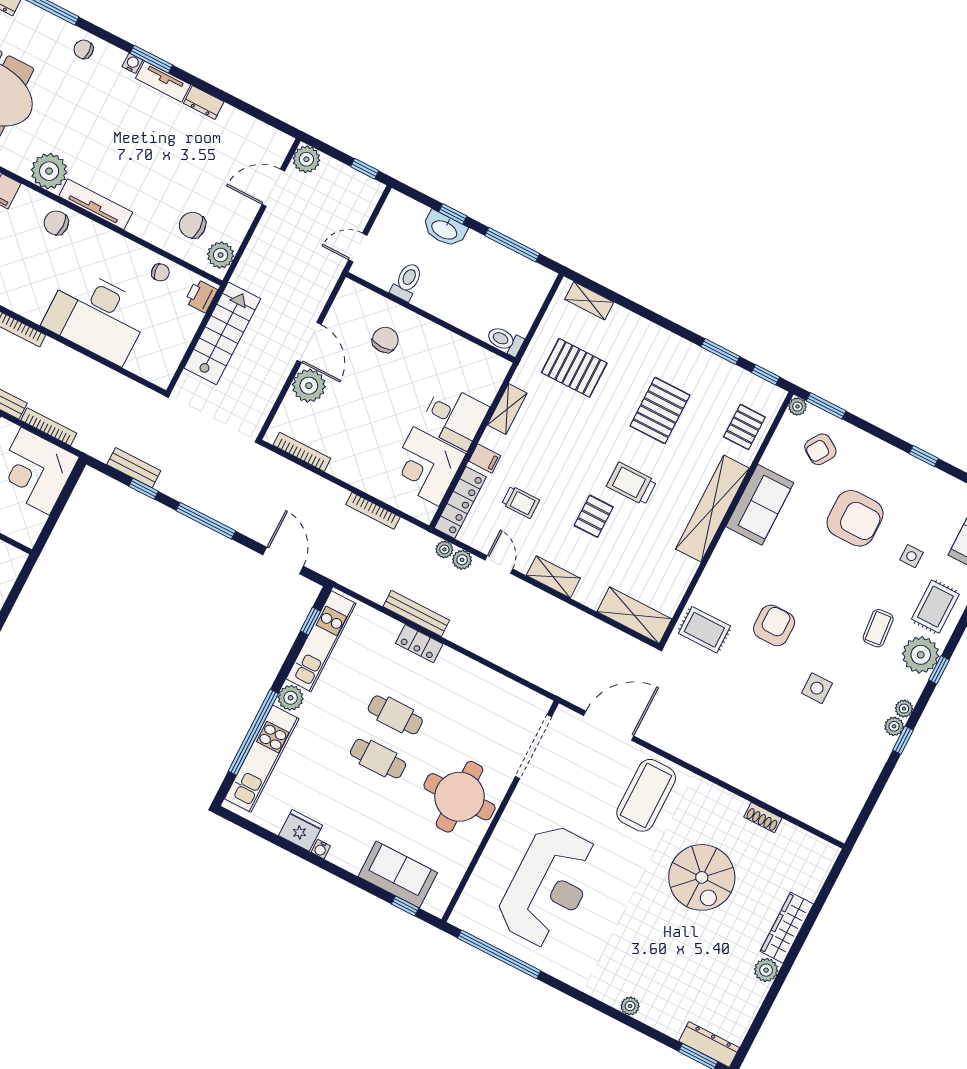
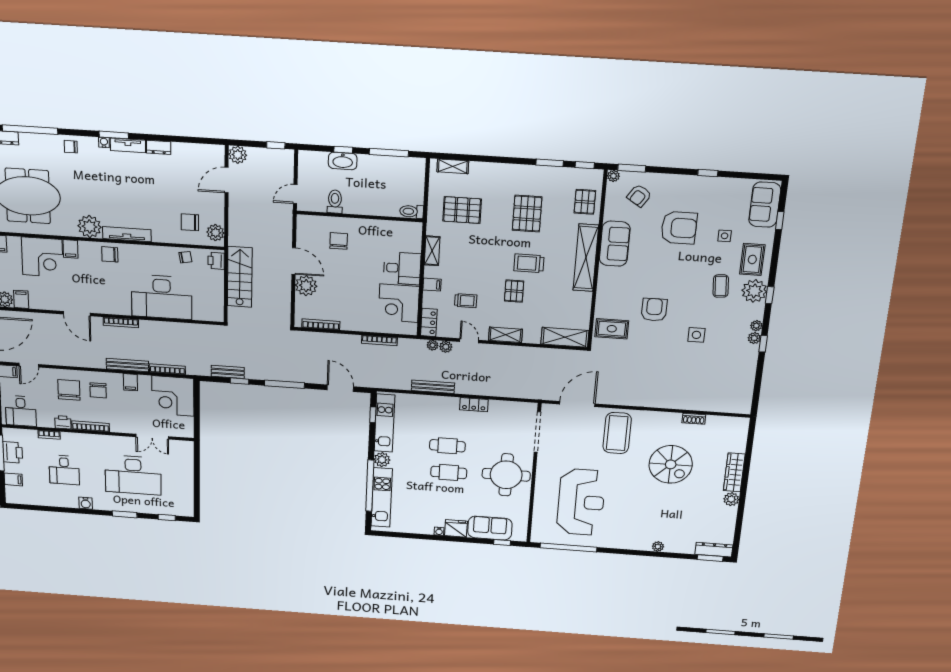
locker: (460, 502) -> (429, 323), width x0.66
locker: (419, 644) -> (474, 405), moved
fridge: (301, 830) -> (456, 528), moved

